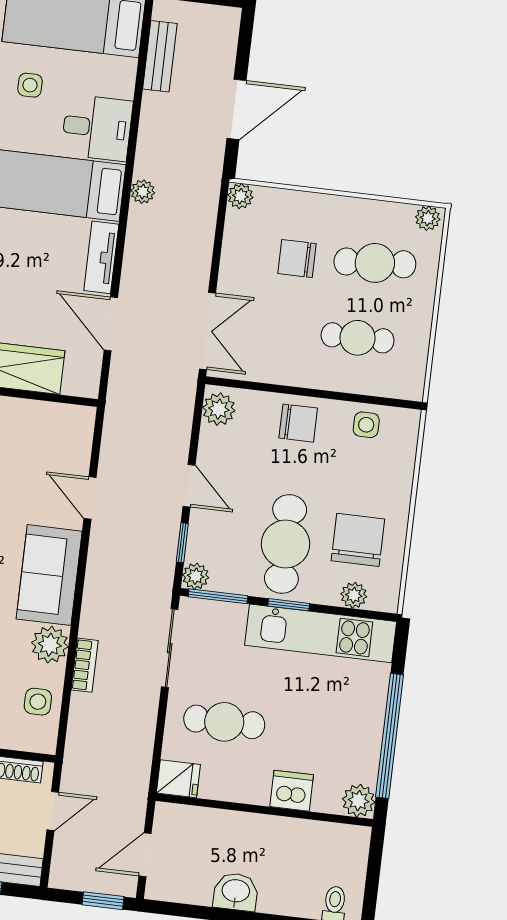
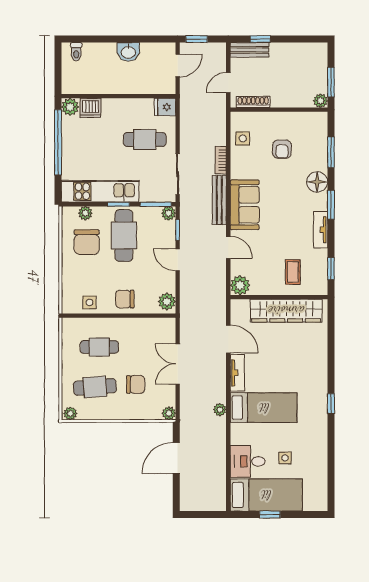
bench: (160, 56) -> (219, 200), moved, width x1.36
desk: (97, 128) -> (248, 461), moved
double door: (208, 331) -> (178, 364), moved
plant: (50, 645) -> (240, 285), moved
dishwasher: (292, 791) -> (90, 108), moved

